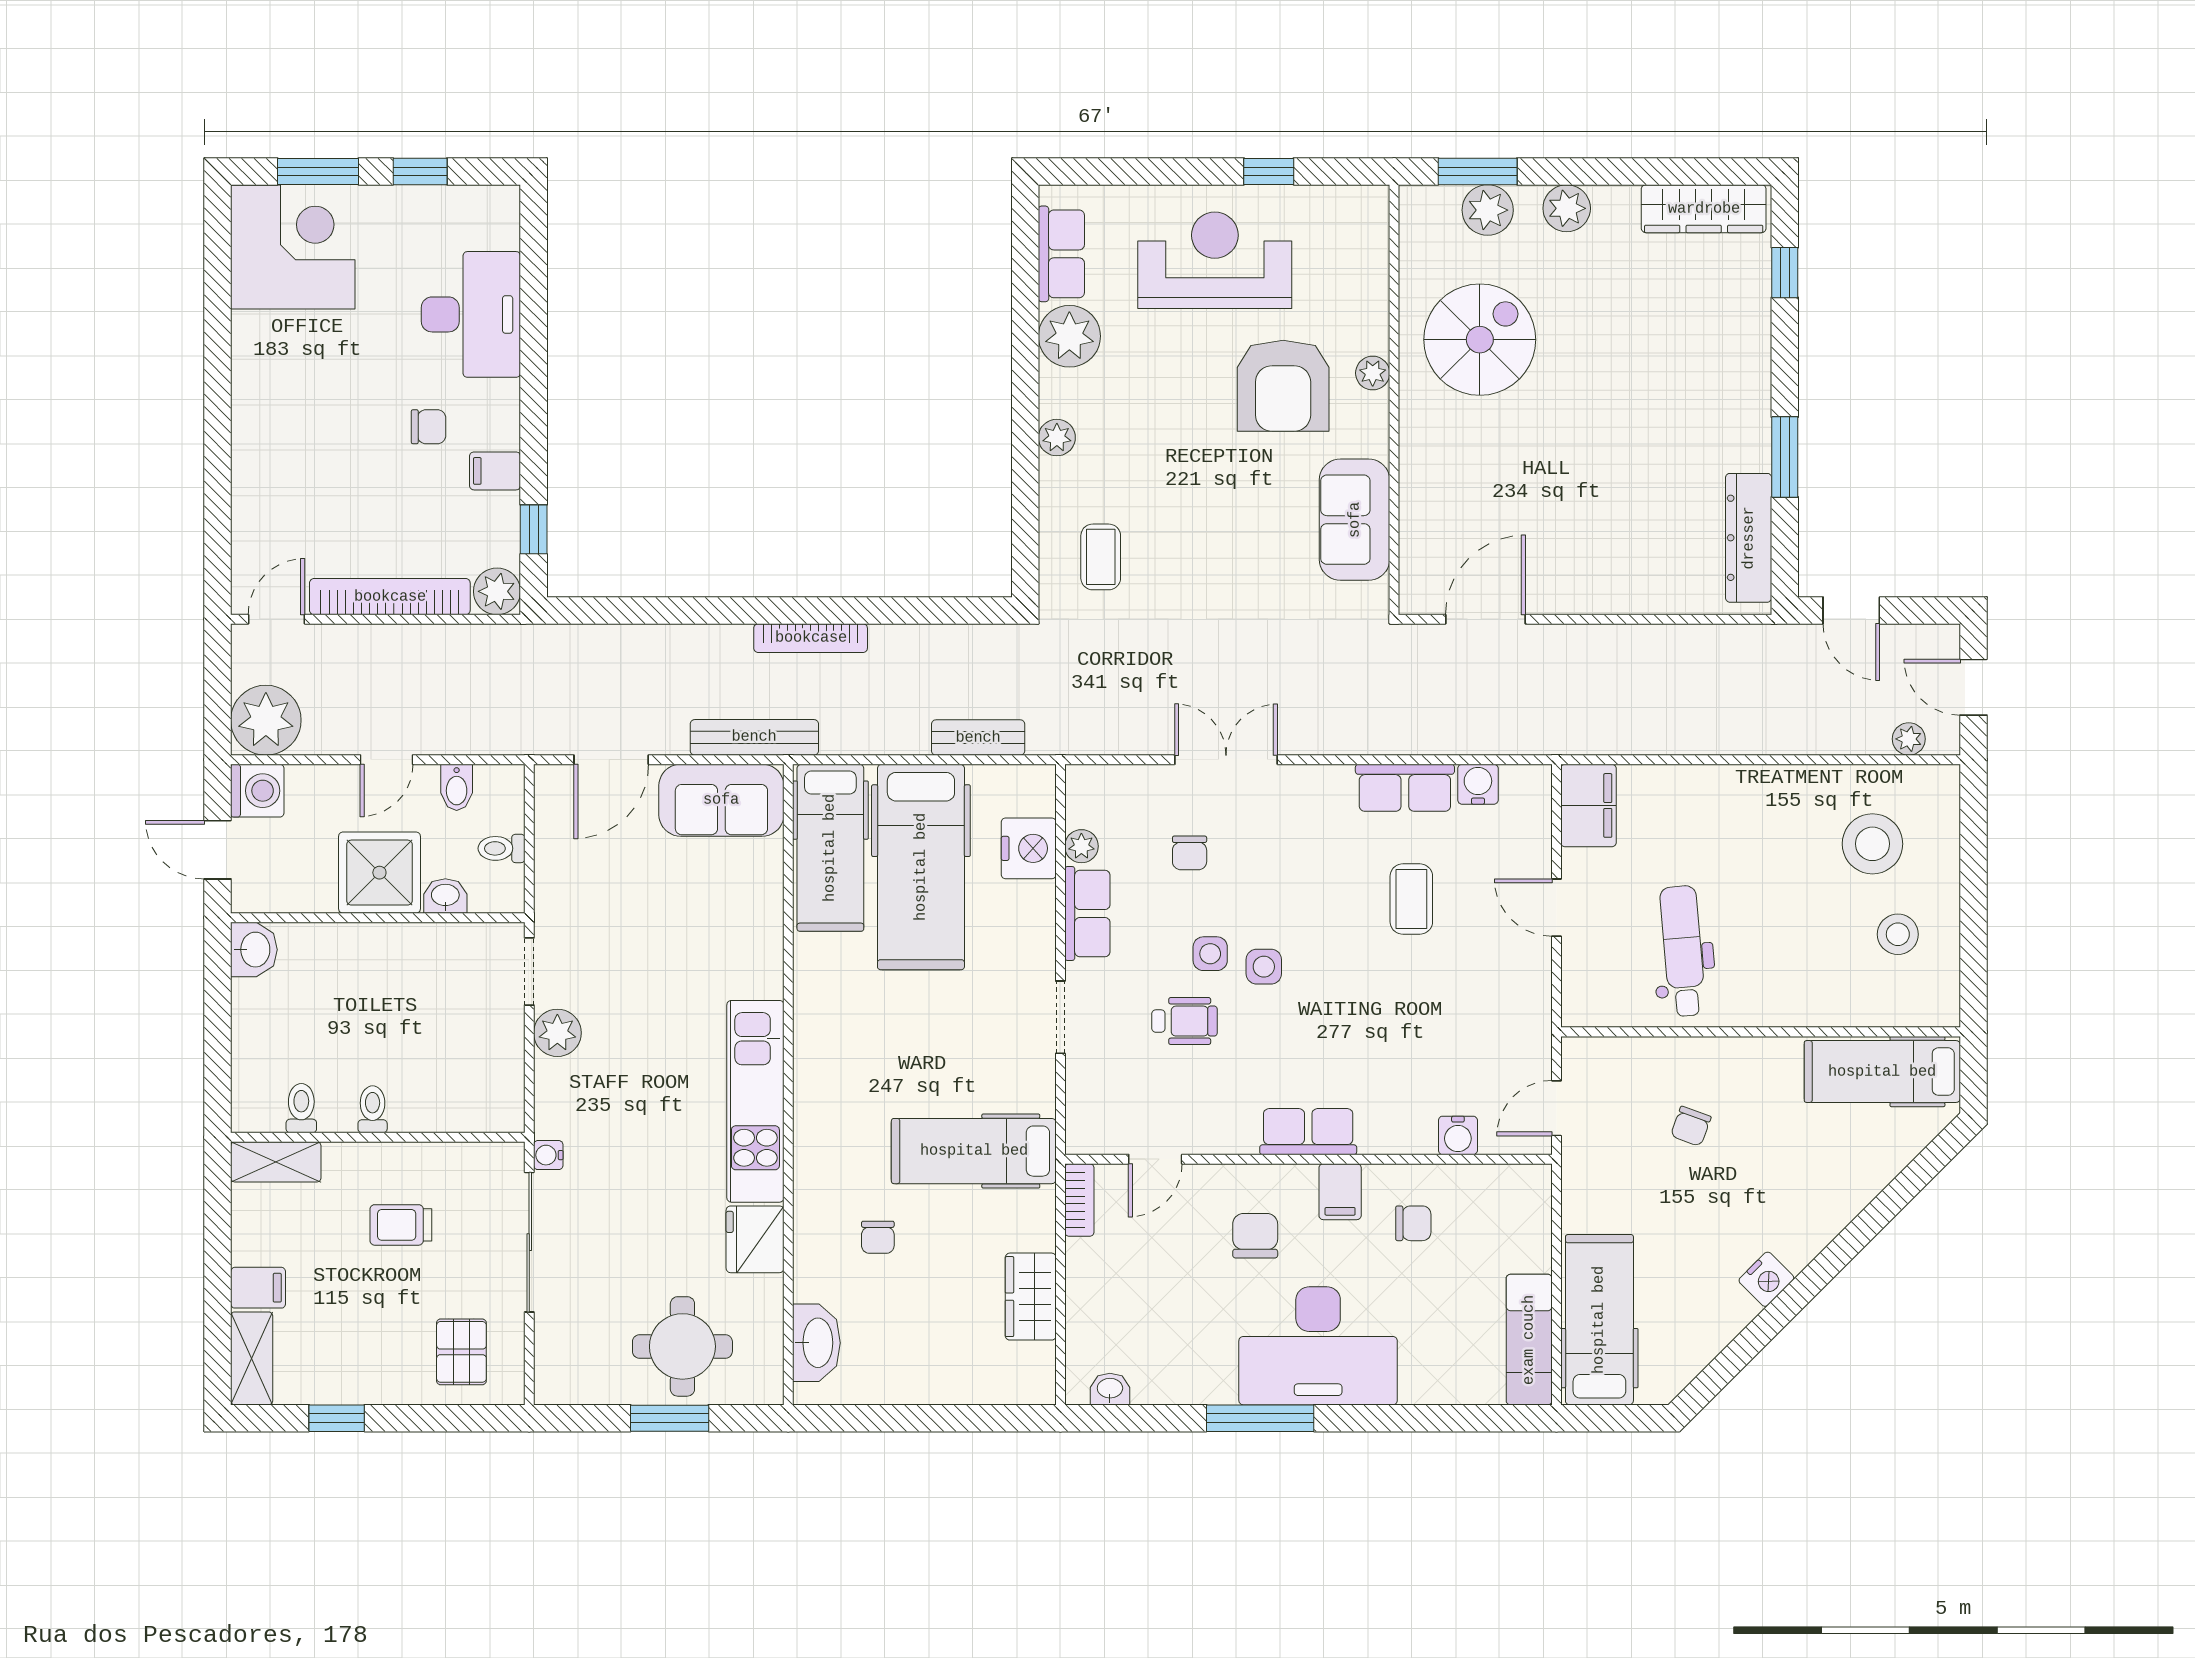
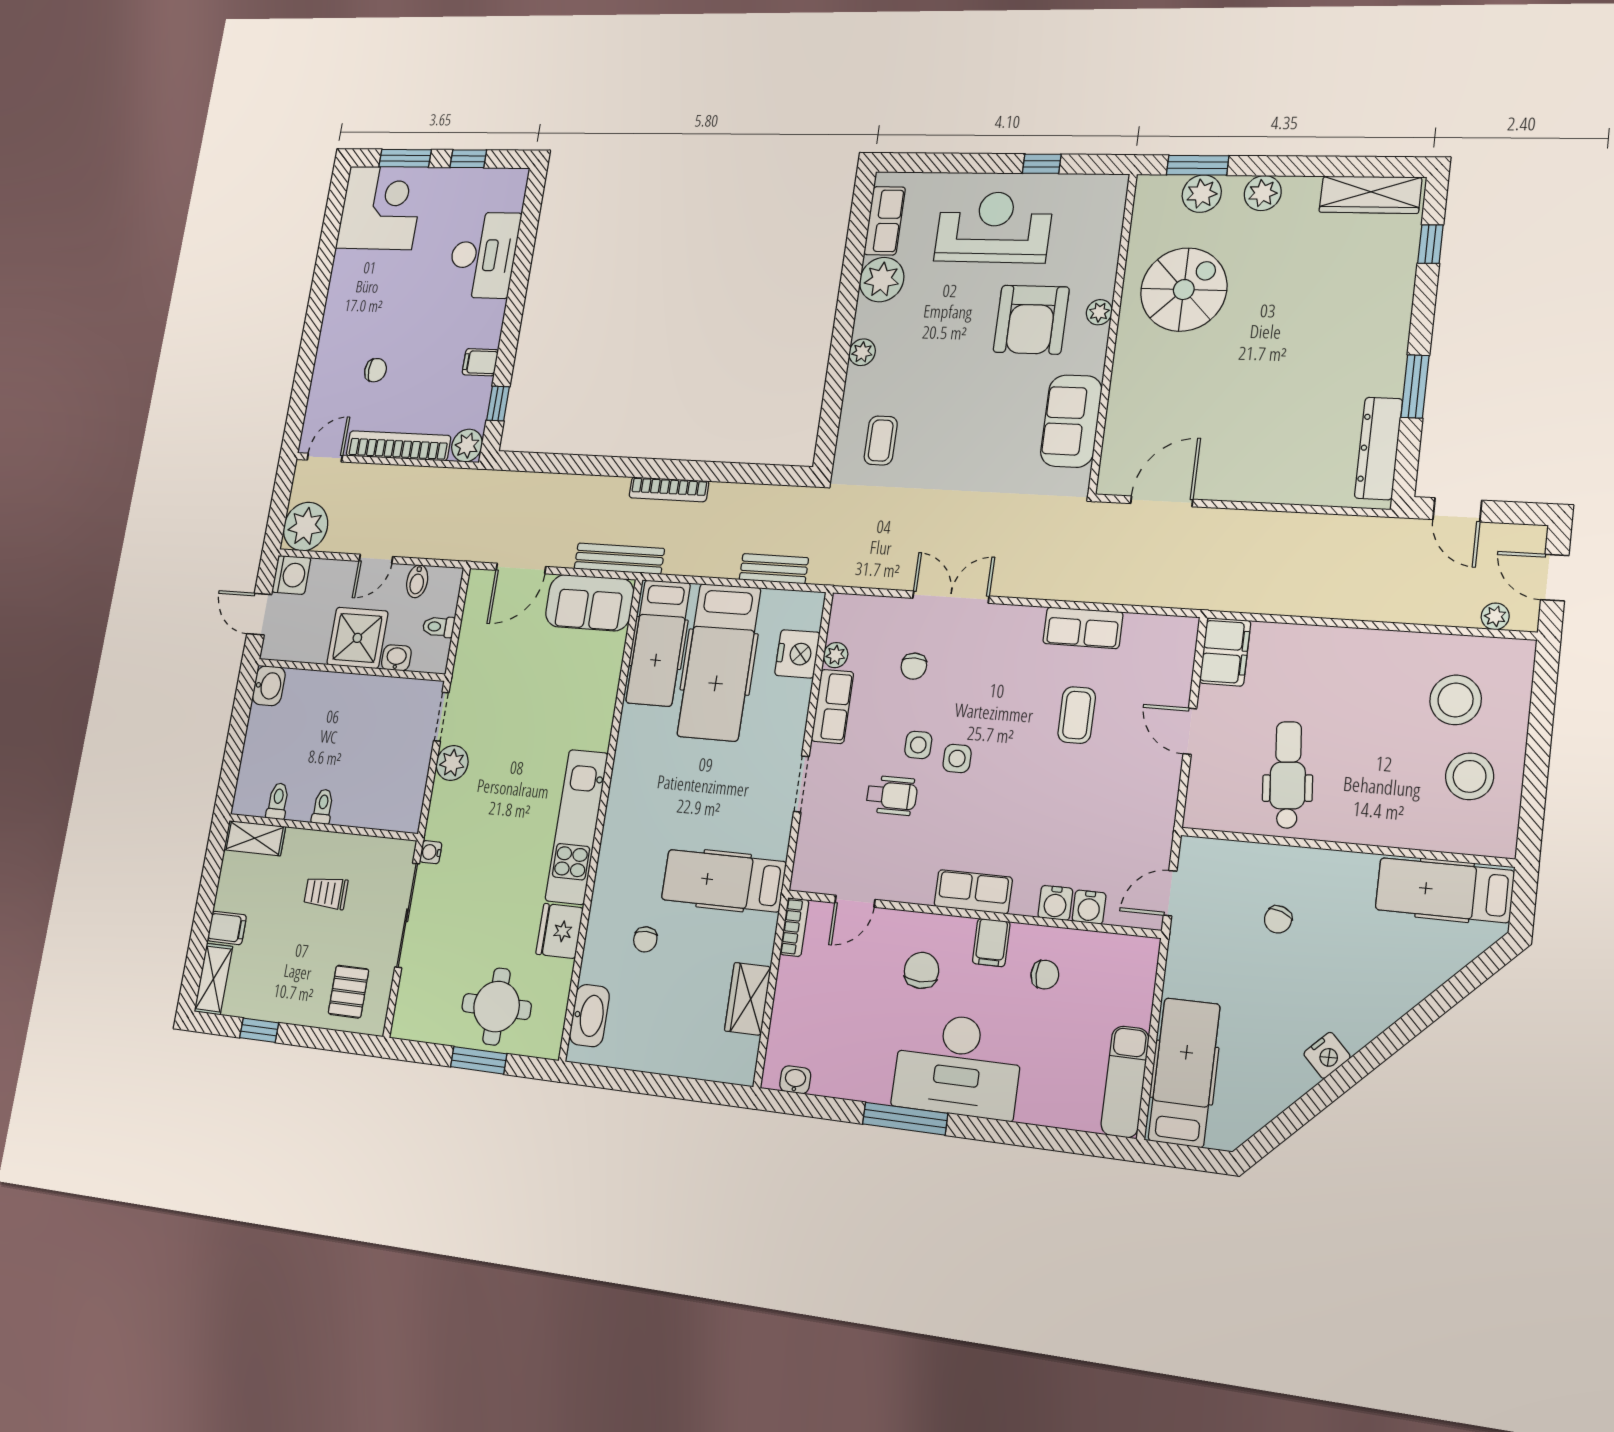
chair: (429, 427) -> (375, 370), moved
water cooler: (1478, 784) -> (1055, 903), moved, turned 180
stool: (1898, 934) -> (1470, 776), width x1.38, depth x1.38

